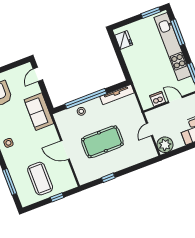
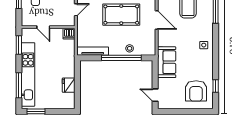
fridge: (124, 40) -> (69, 85), moved
door: (38, 74) -> (155, 95), swing flipped
dishwasher: (158, 99) -> (69, 34), moved

